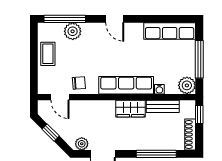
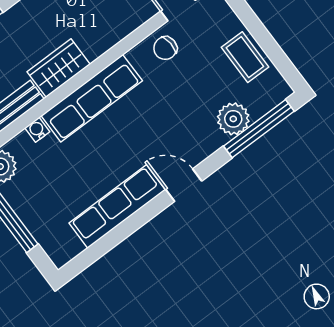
row of seats: (170, 31) -> (117, 206), moved

